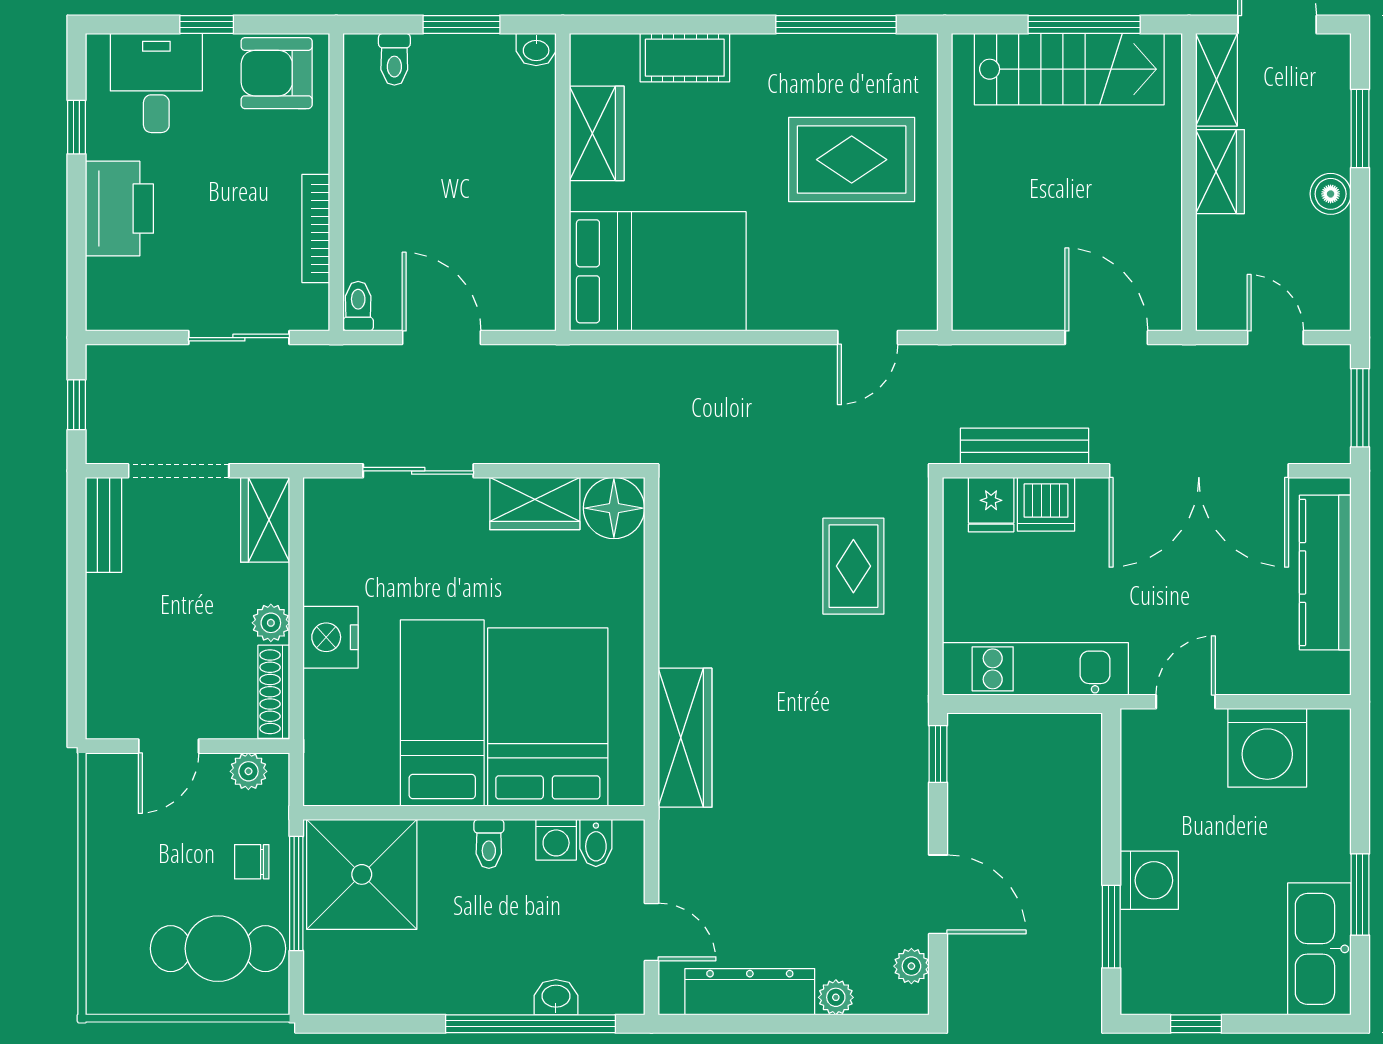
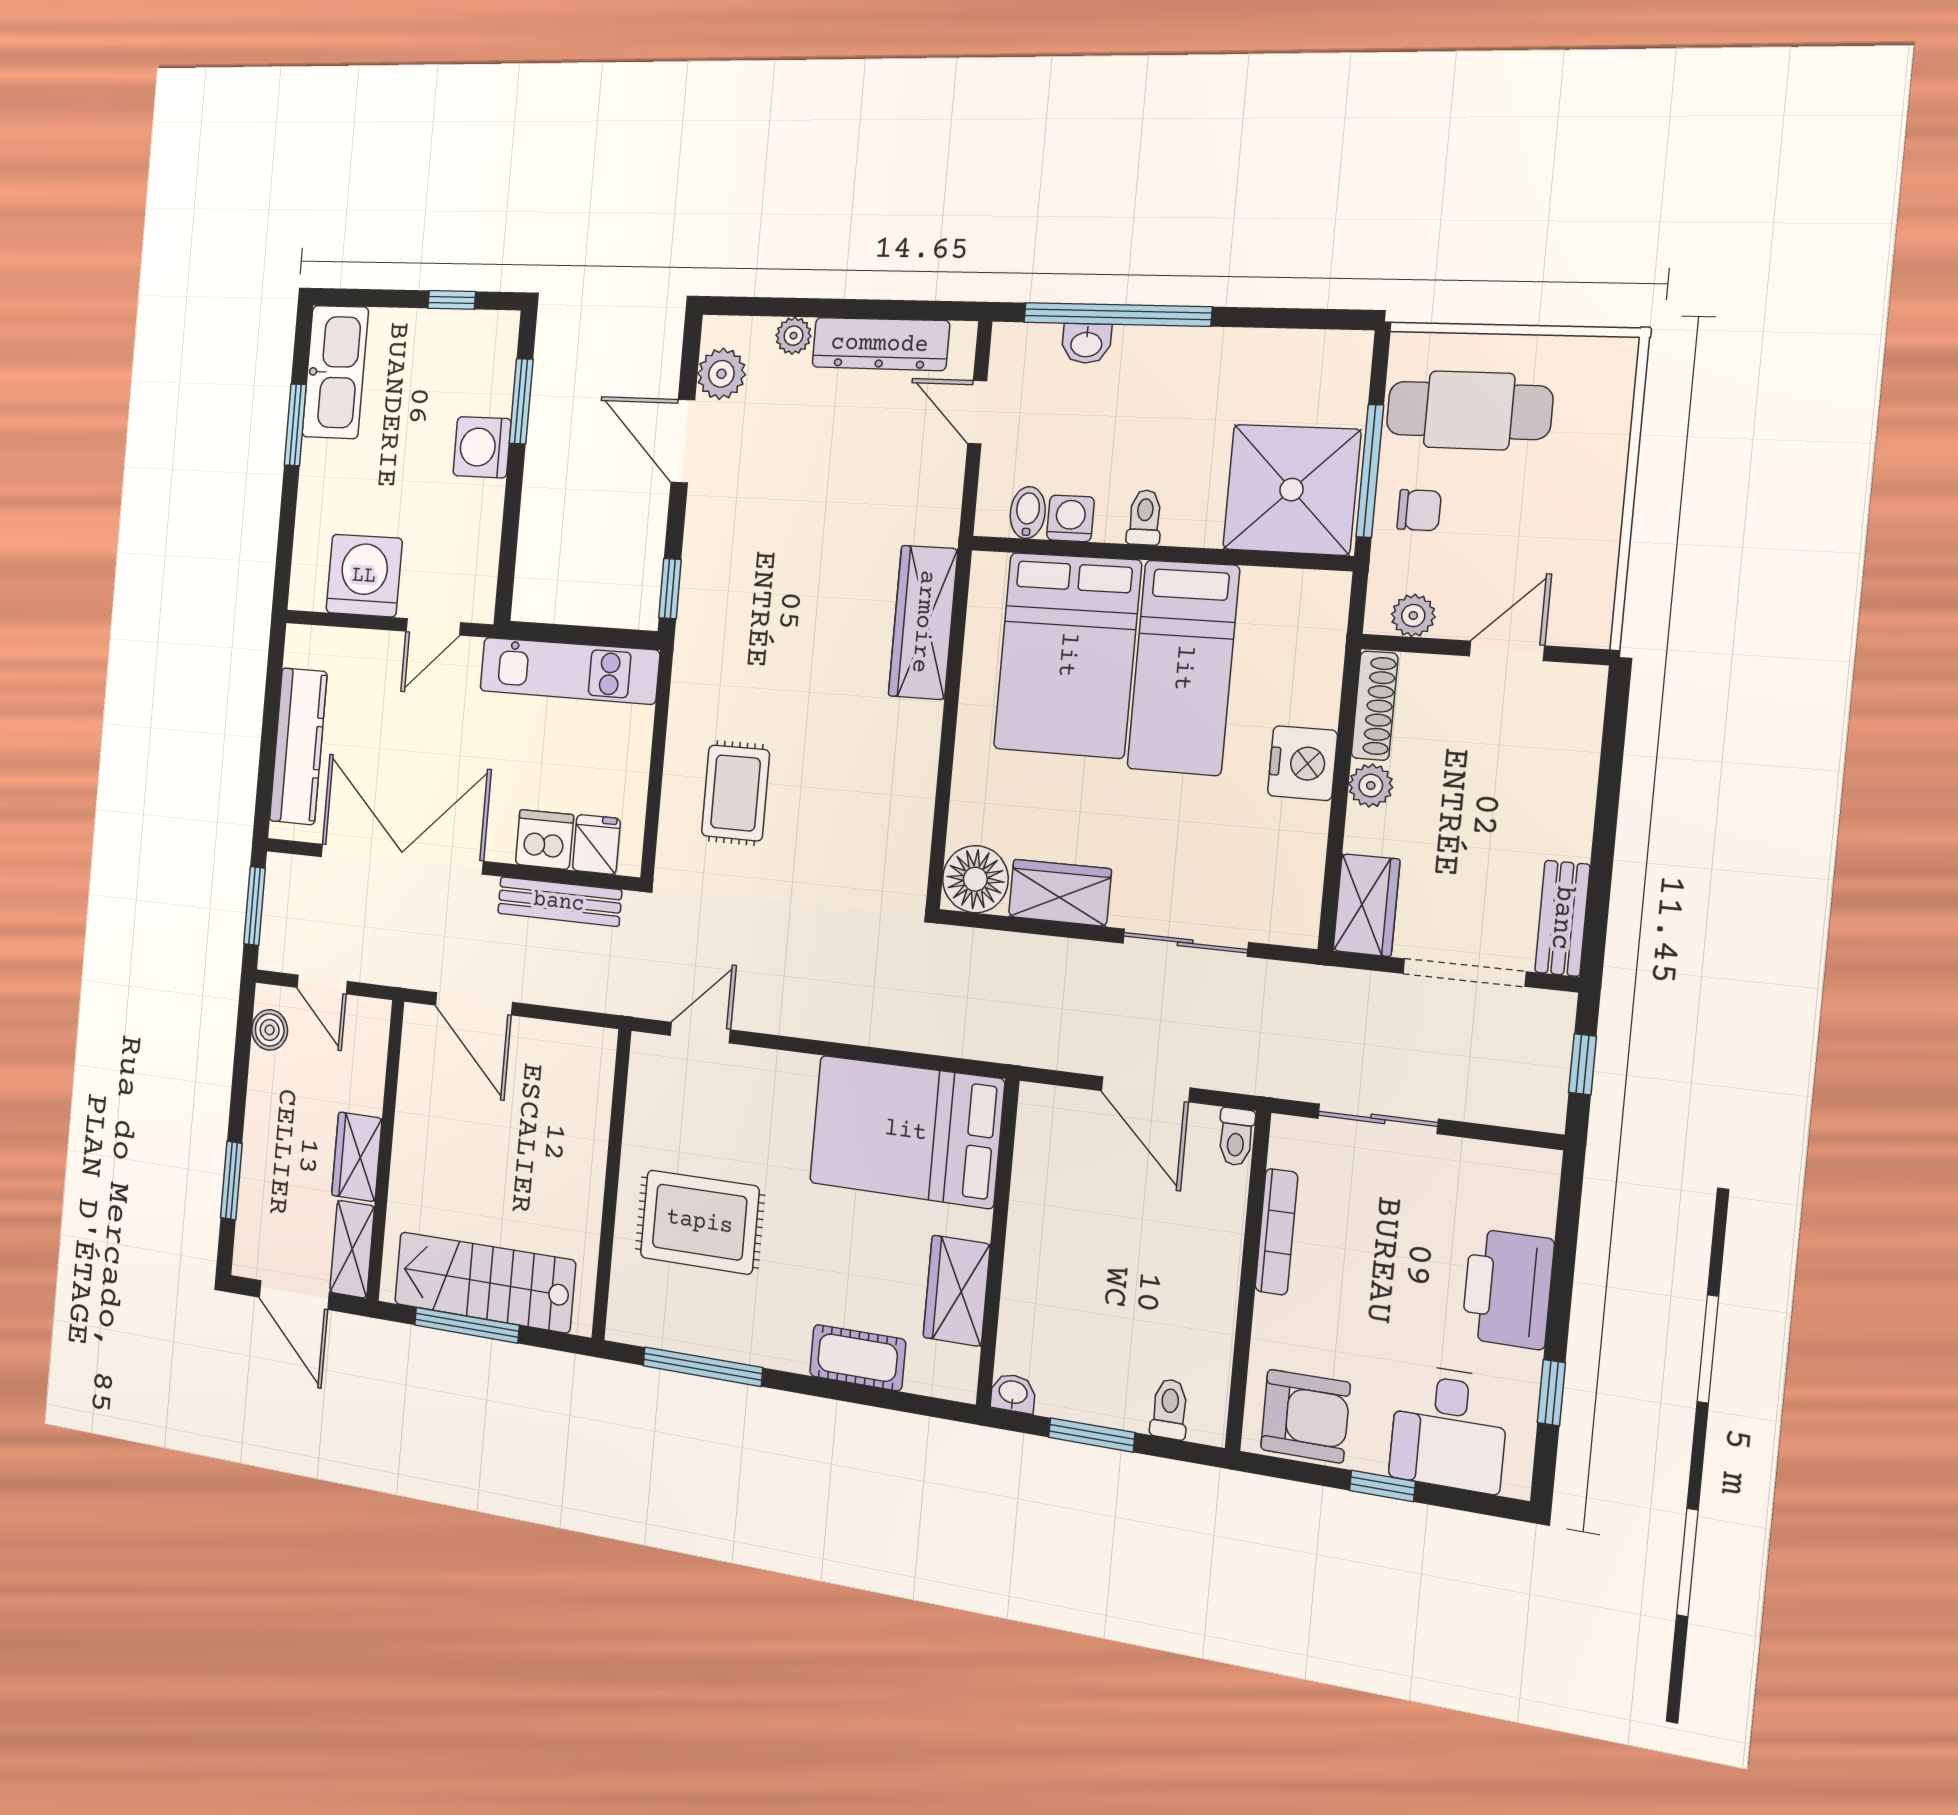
boiler: (1331, 194) -> (270, 1030), moved
plant: (911, 966) -> (721, 374), width x1.38, depth x1.38

